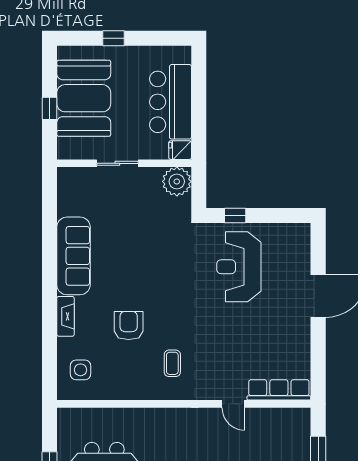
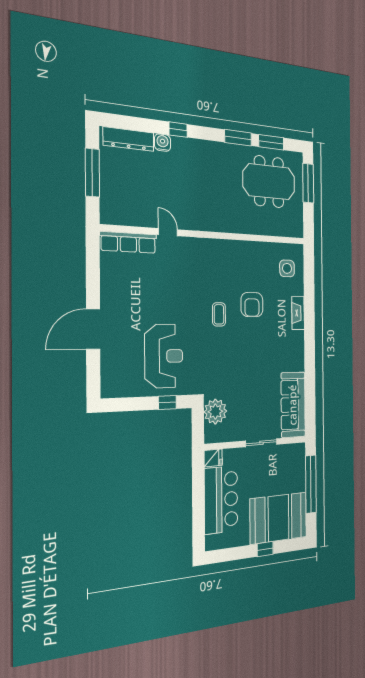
booth: (84, 98) -> (278, 518), moved, turned 90
window: (49, 108) -> (311, 484), width x3.17
plant: (177, 181) -> (215, 412), moved
sofa: (74, 256) -> (293, 405), moved
coffee table: (172, 363) -> (219, 314), moved

